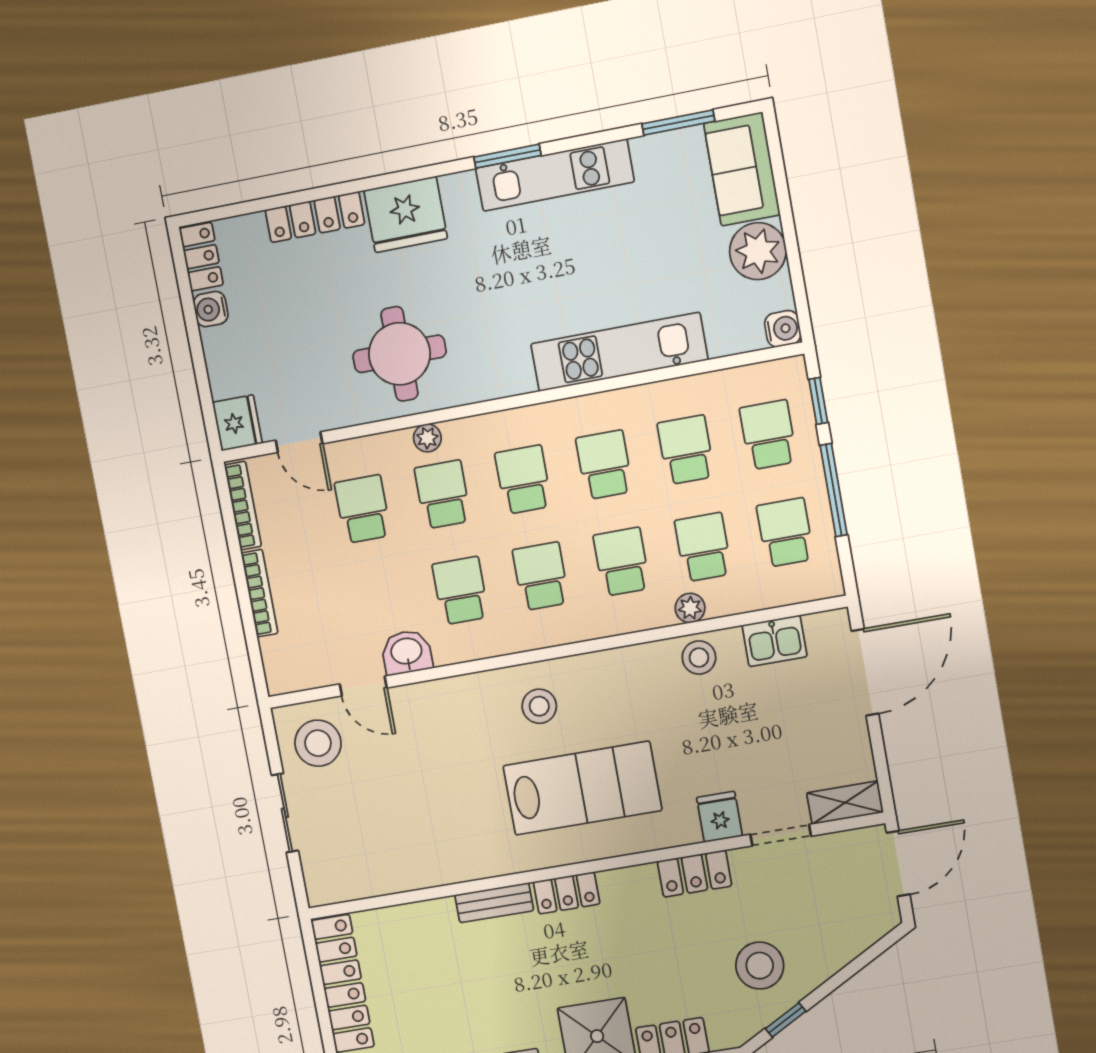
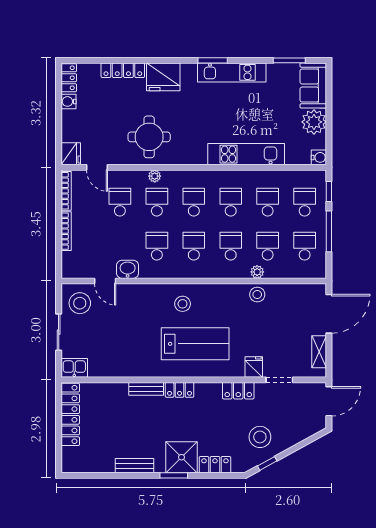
kitchen sink: (775, 641) -> (74, 368), moved, turned 180
shelving: (845, 803) -> (319, 352), moved, turned 90

